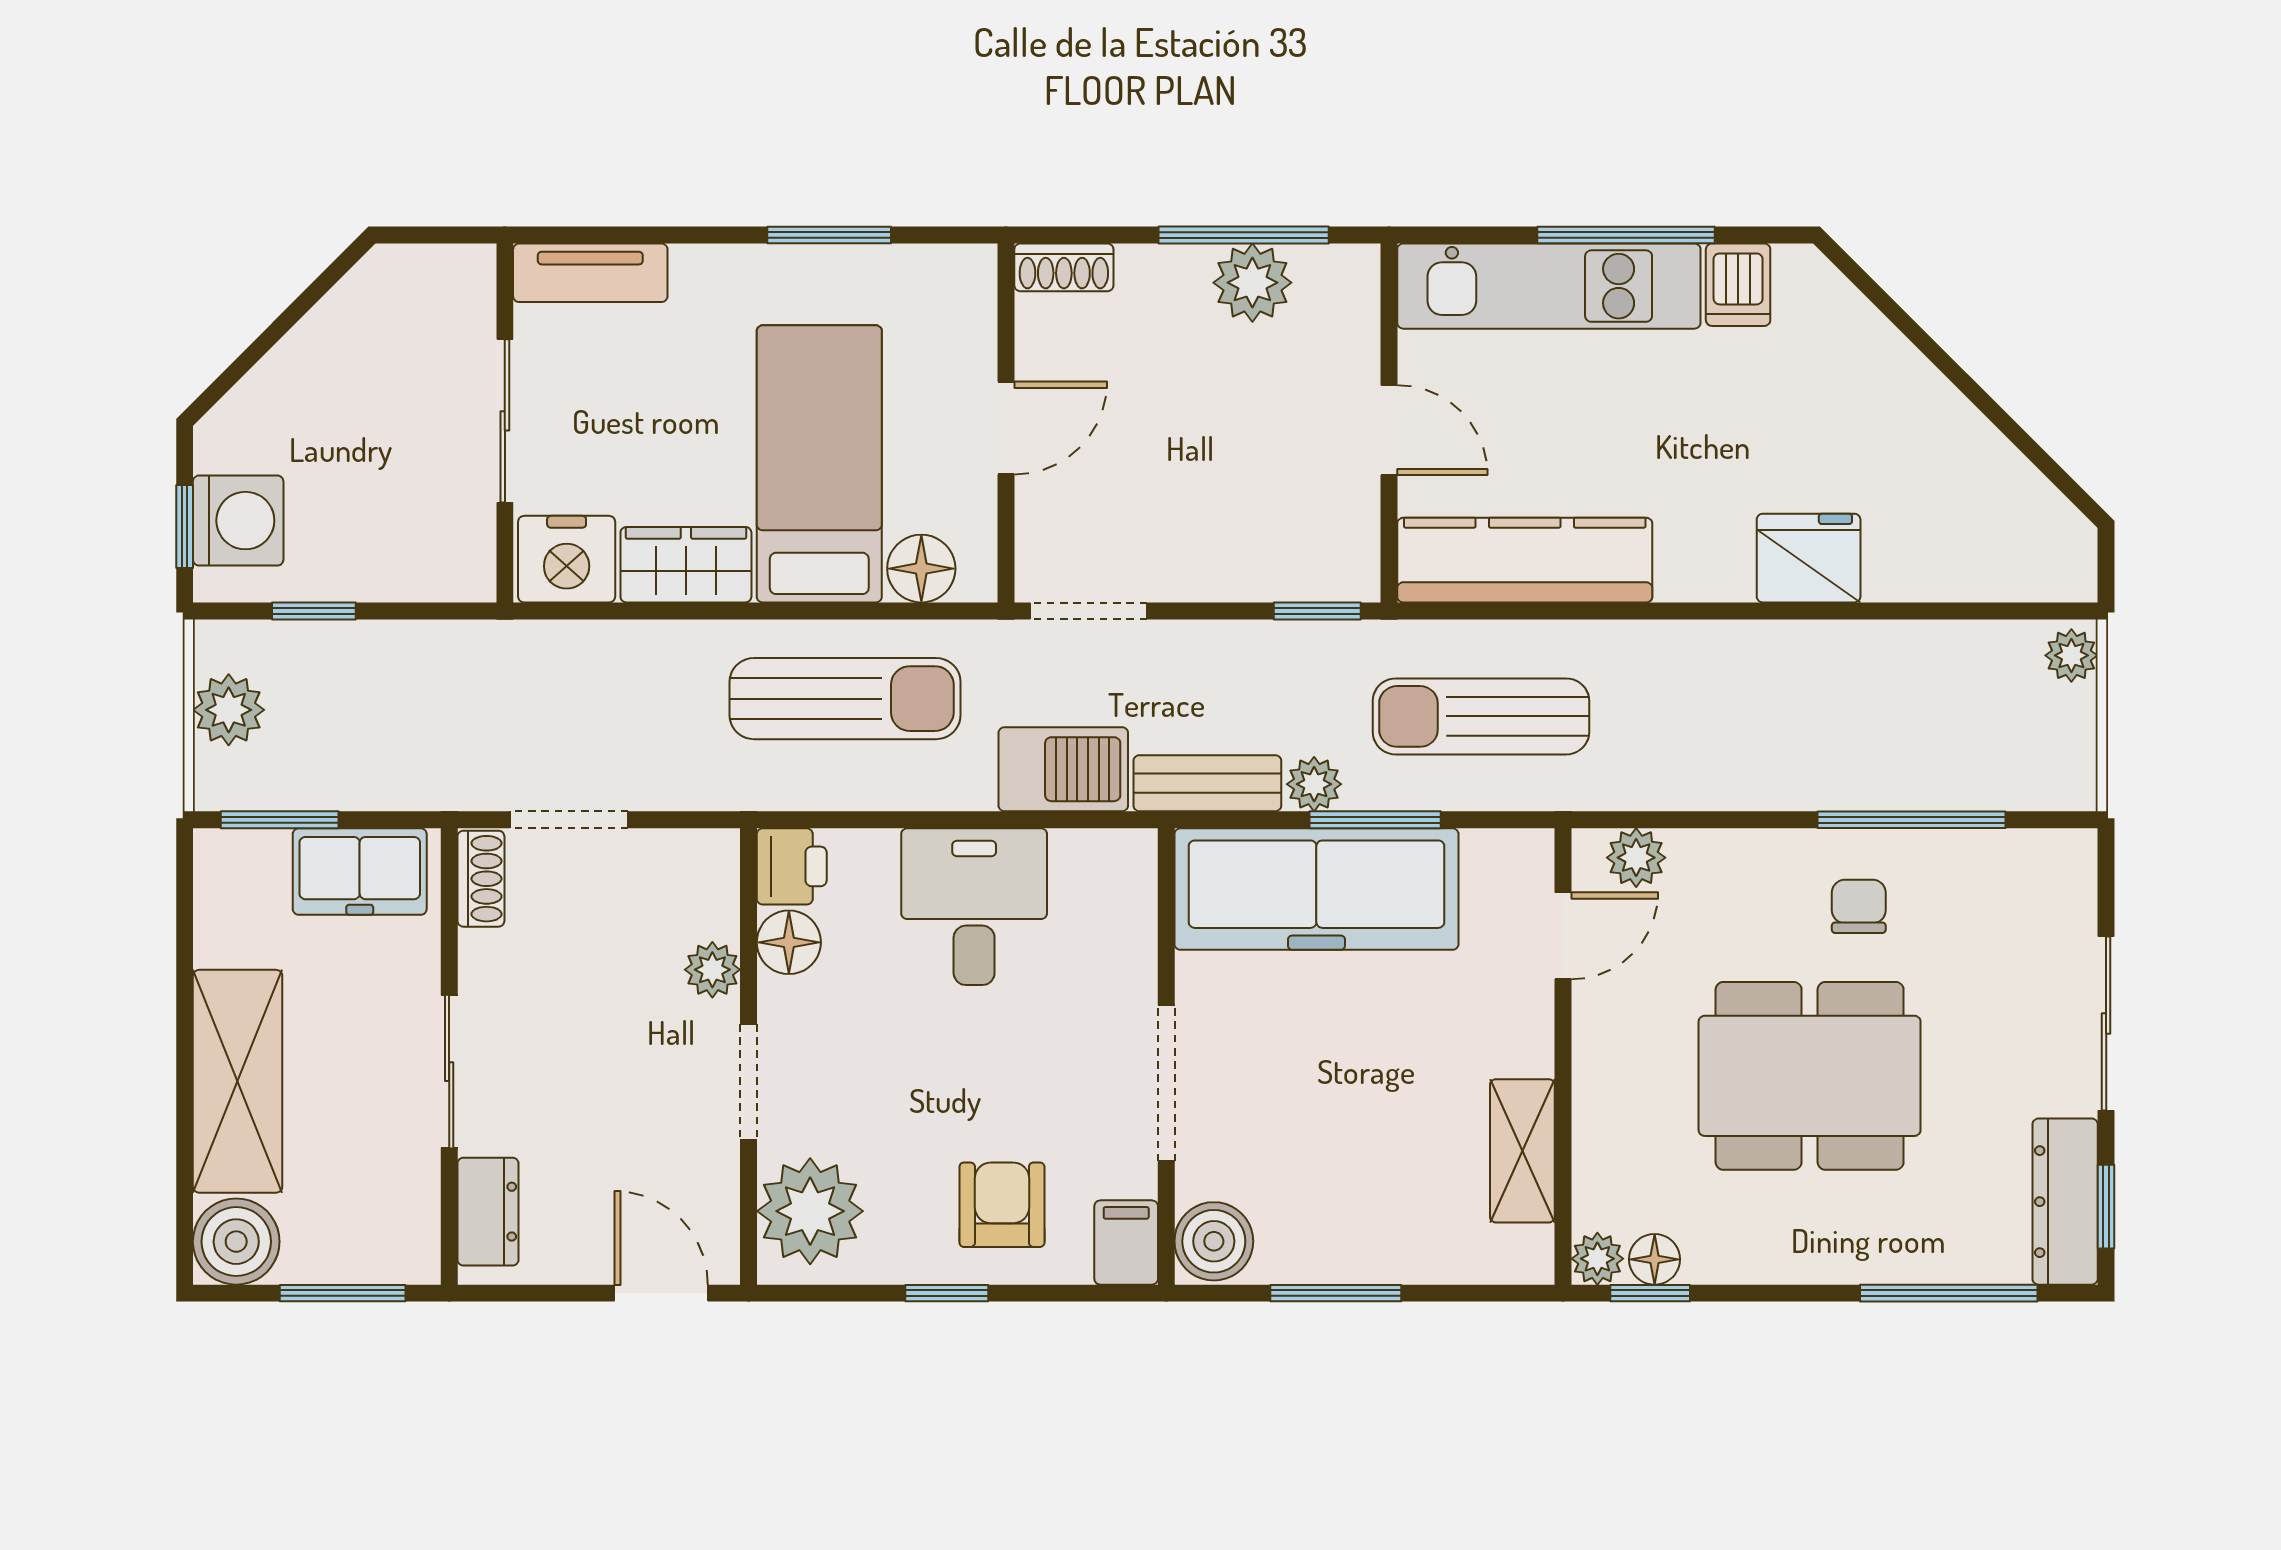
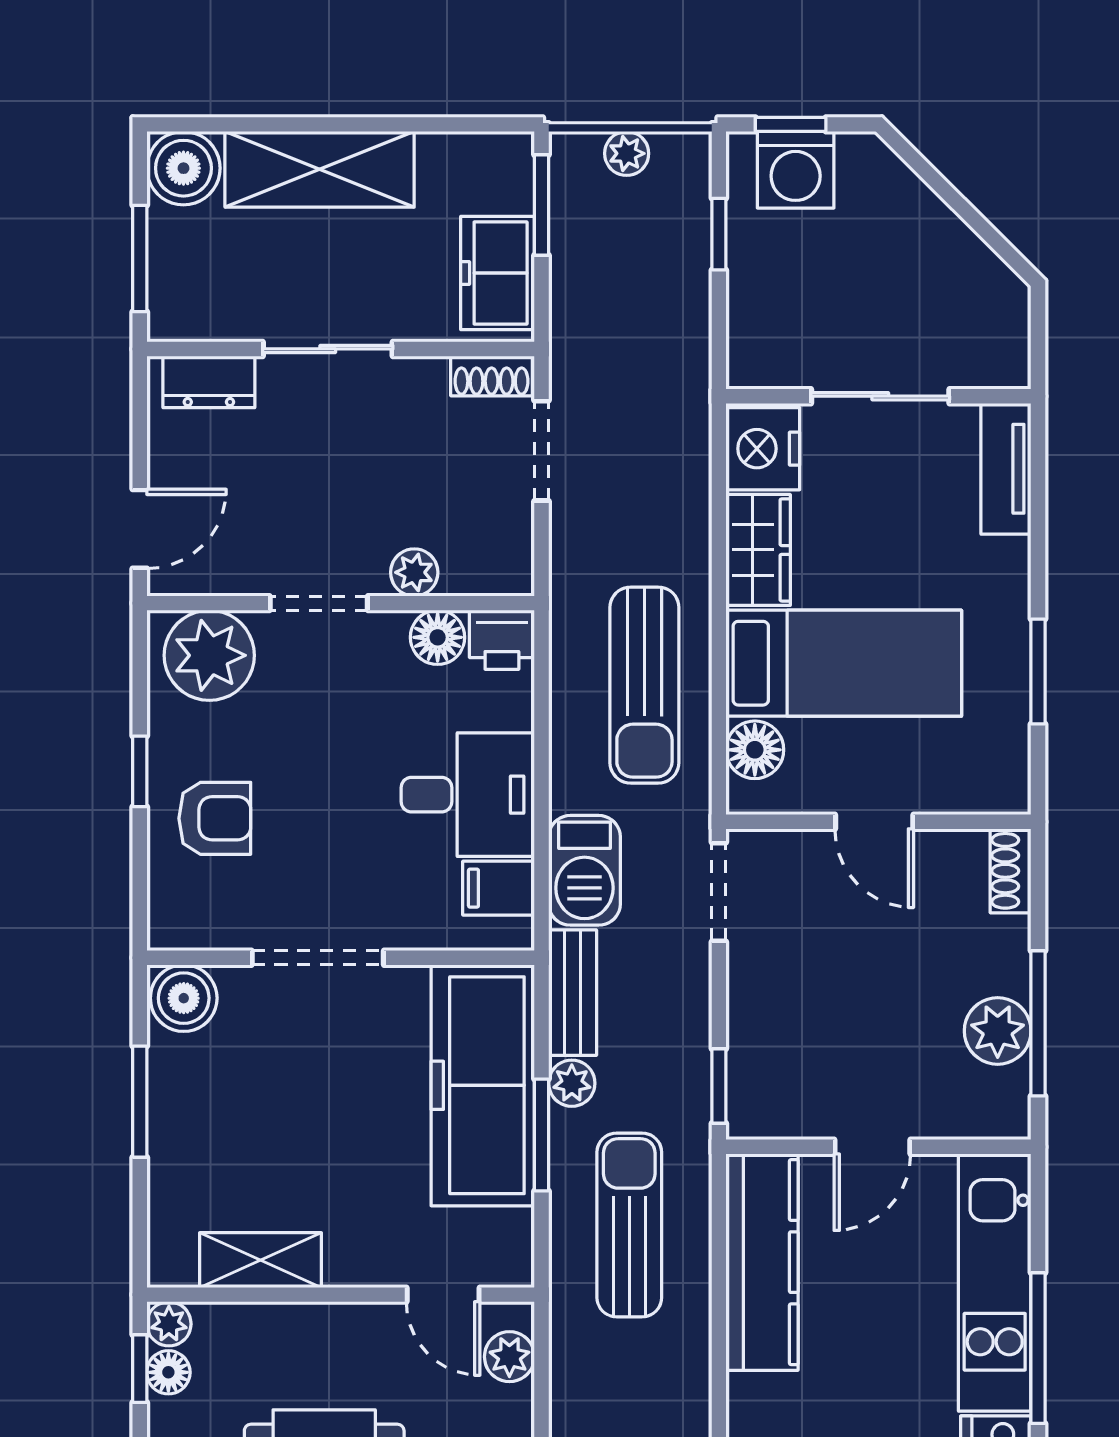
plant: (229, 710) -> (627, 153), width x0.73, depth x0.73
filing cabinet: (1126, 1242) -> (499, 888), moved, turned 180

